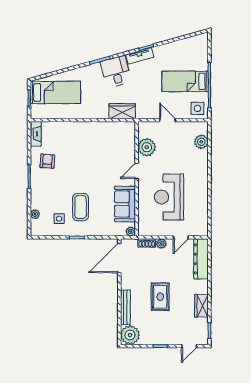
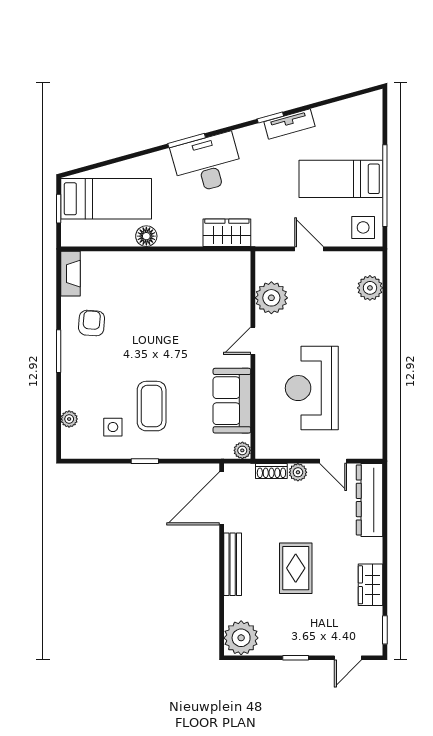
tv unit: (140, 56) -> (289, 124), moved
desk: (116, 72) -> (207, 163), width x1.37
floor lamp: (78, 113) -> (146, 236), added
door: (181, 237) -> (333, 461), hinge flipped
bench: (125, 307) -> (233, 564), moved

